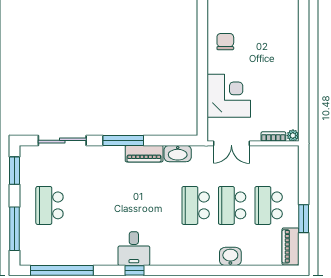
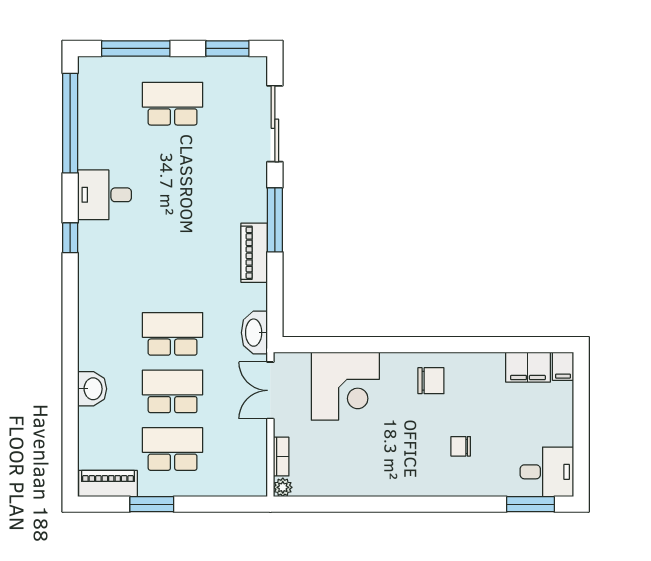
chair: (267, 23) -> (461, 446), added
washbasin: (178, 154) -> (254, 333), moved
desk: (134, 249) -> (105, 195), moved

